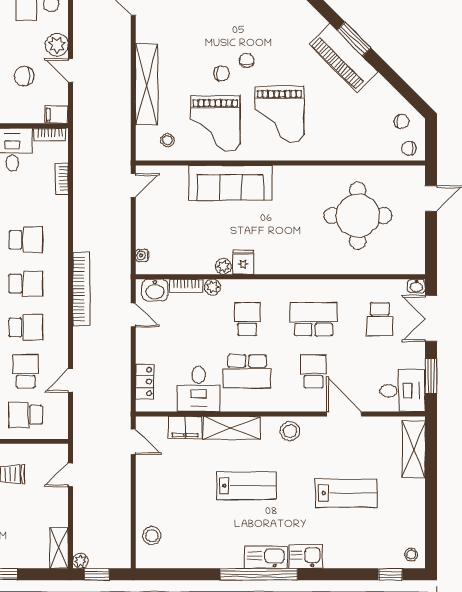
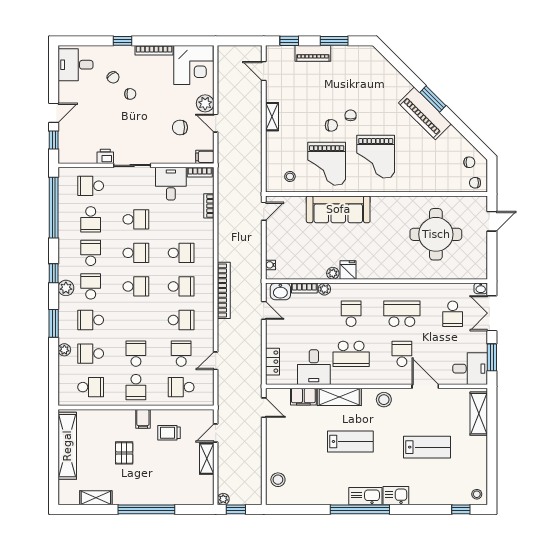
shelving: (147, 84) -> (272, 117), width x0.45, depth x0.75
shelving: (59, 548) -> (207, 459), moved

